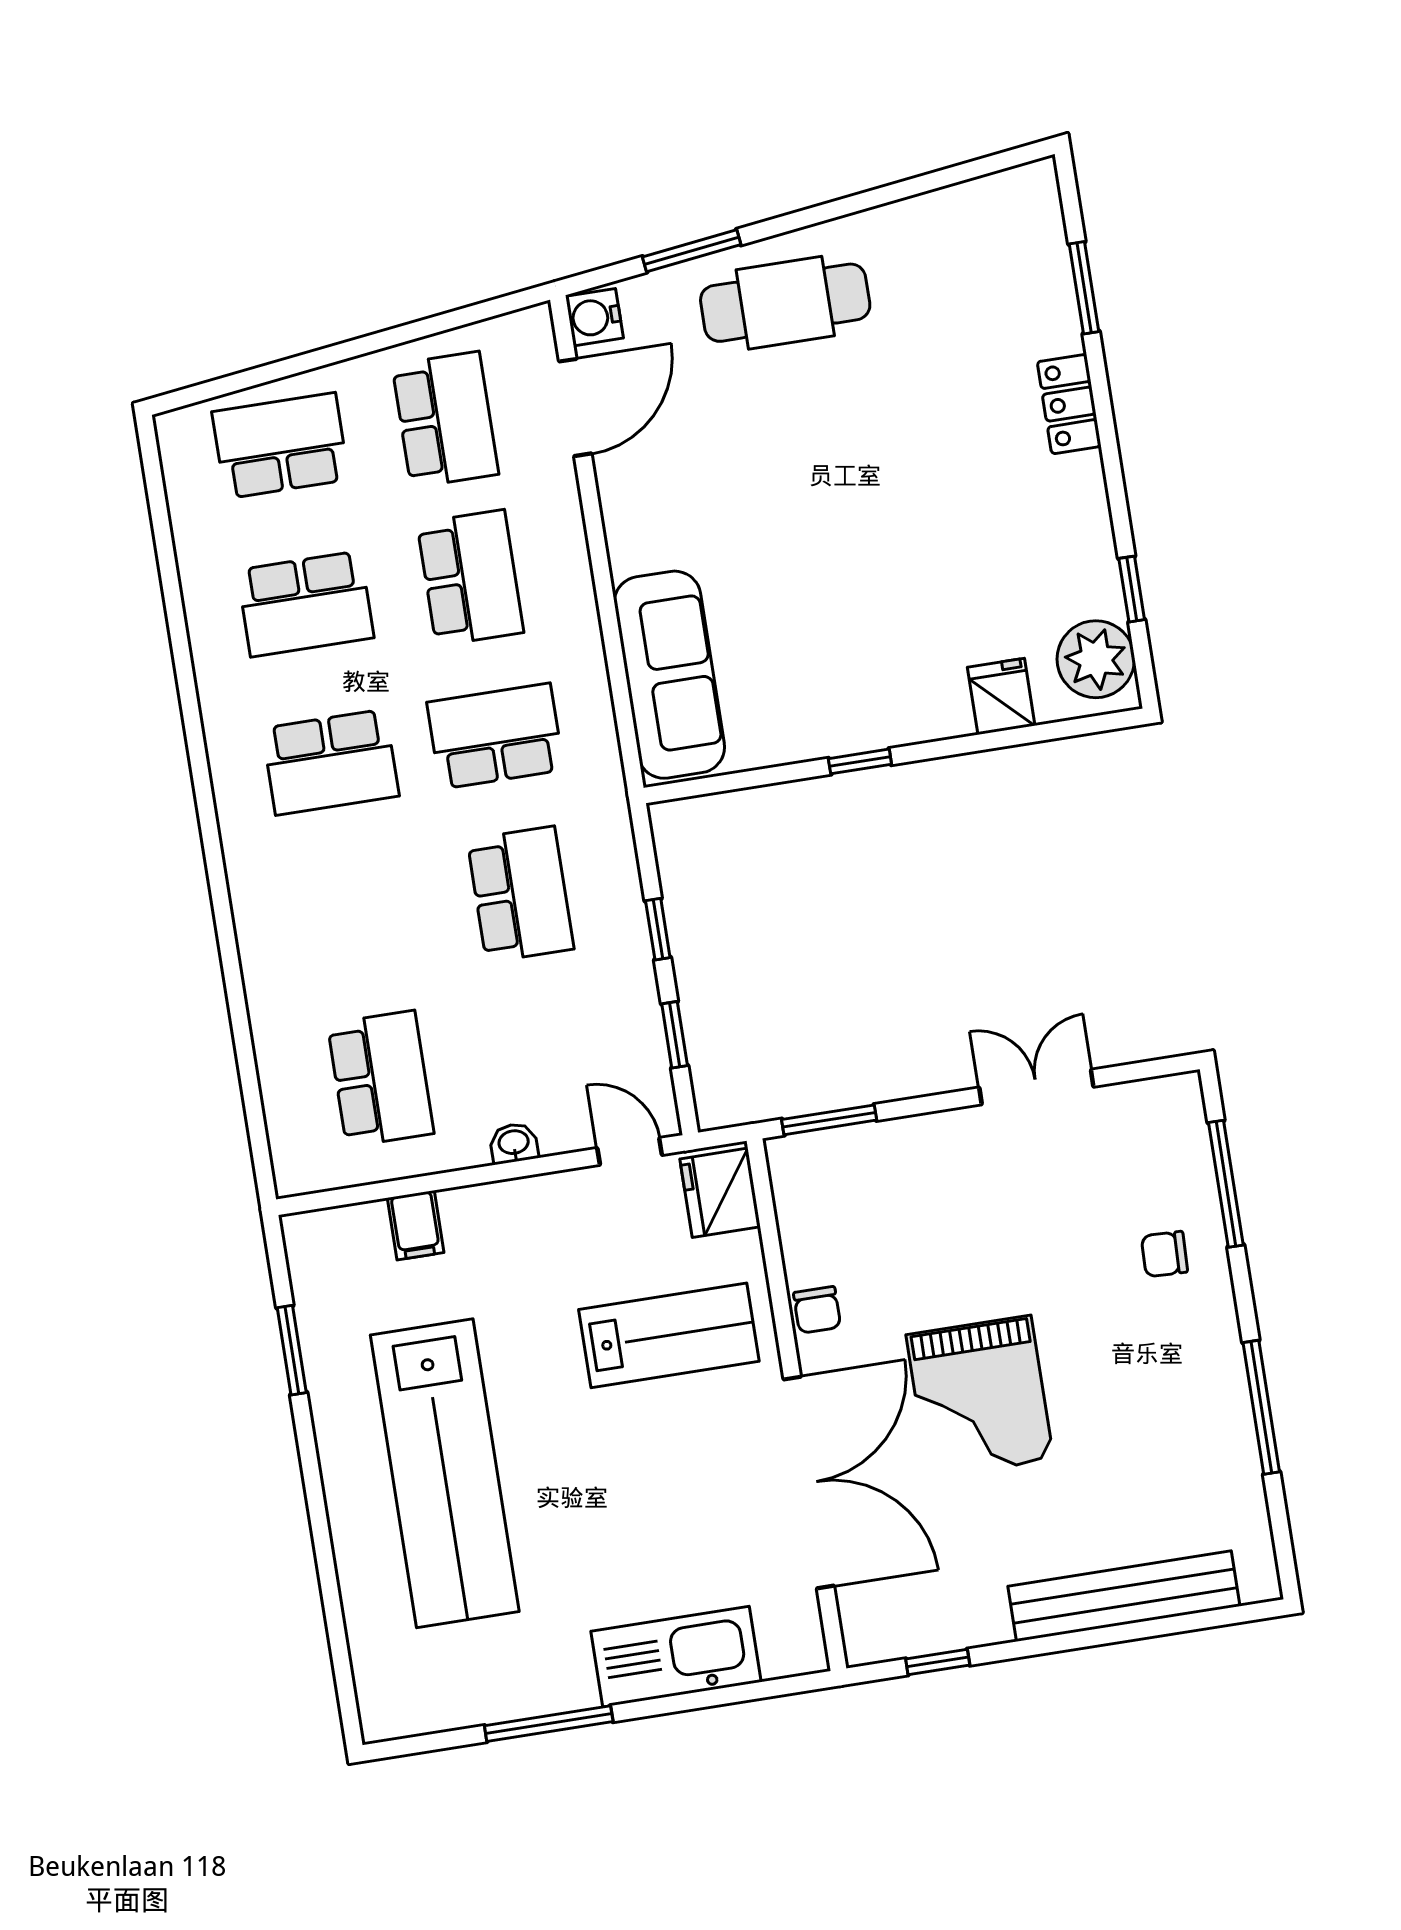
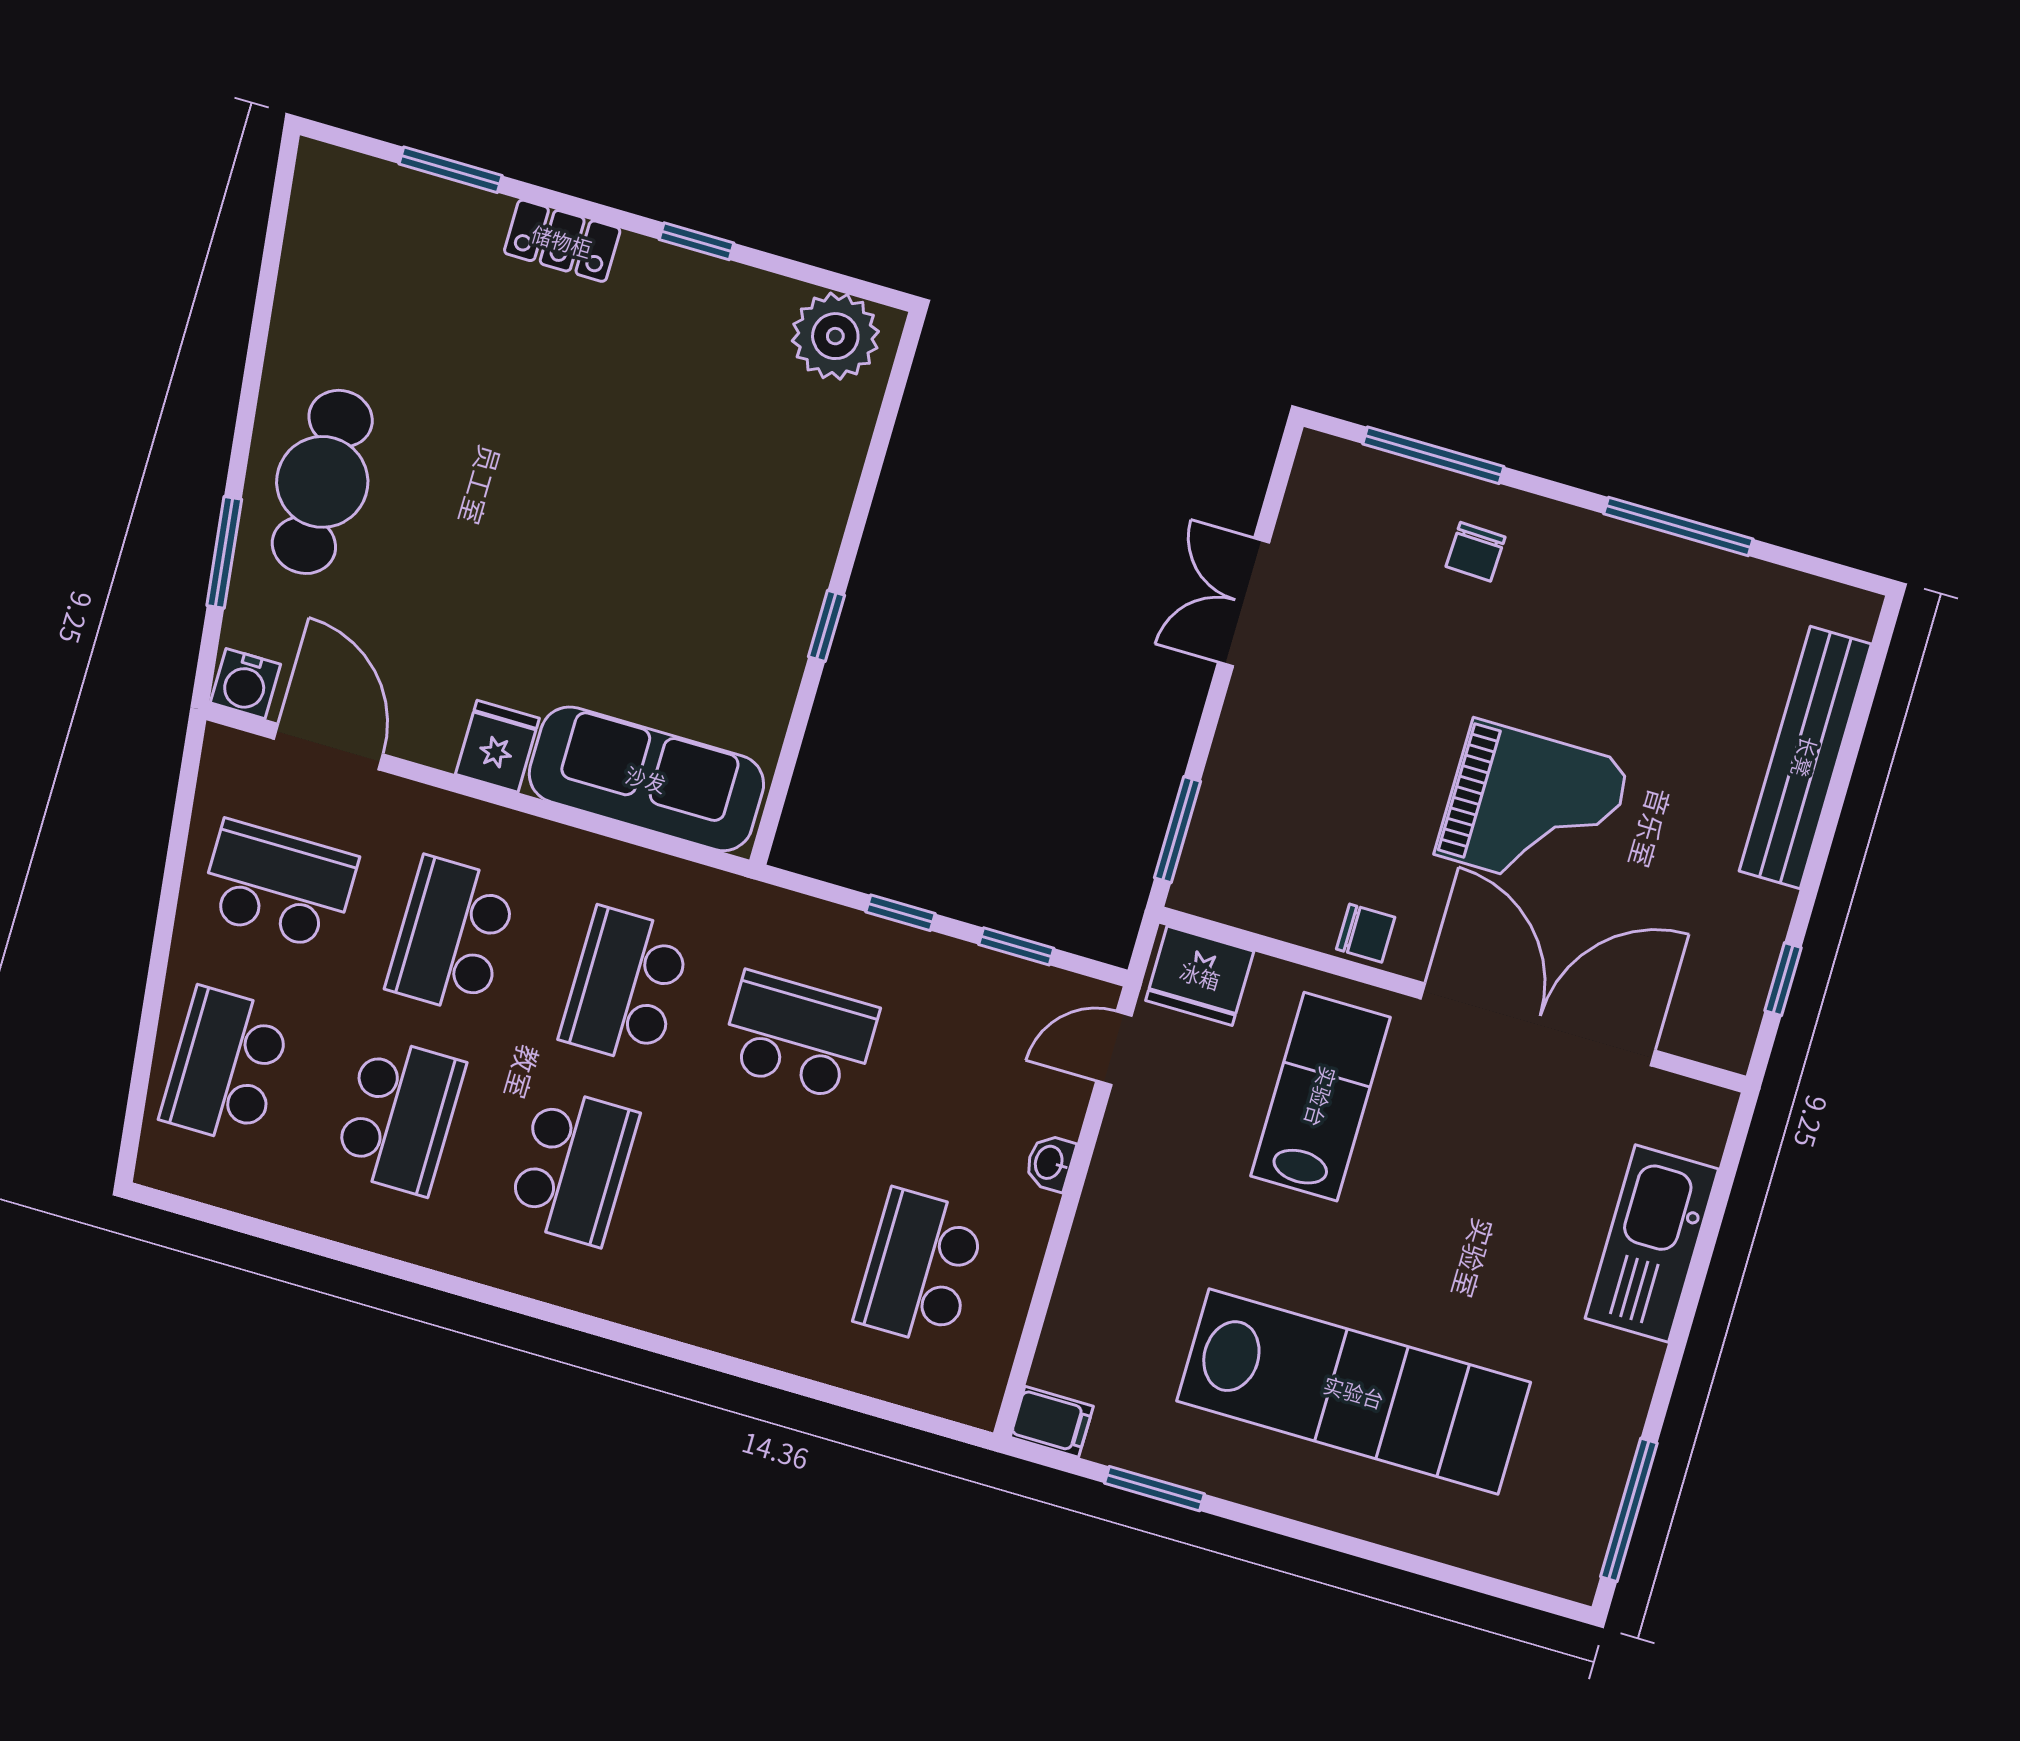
school desk: (470, 578) -> (452, 935), turned -90
window: (1132, 589) -> (697, 241), moved
fridge: (1001, 696) -> (497, 746), moved, turned 90
school desk: (381, 1079) -> (920, 1267), turned -90
filing cabinet: (416, 1225) -> (1052, 1422), moved
window: (549, 1724) -> (1629, 1510), moved

